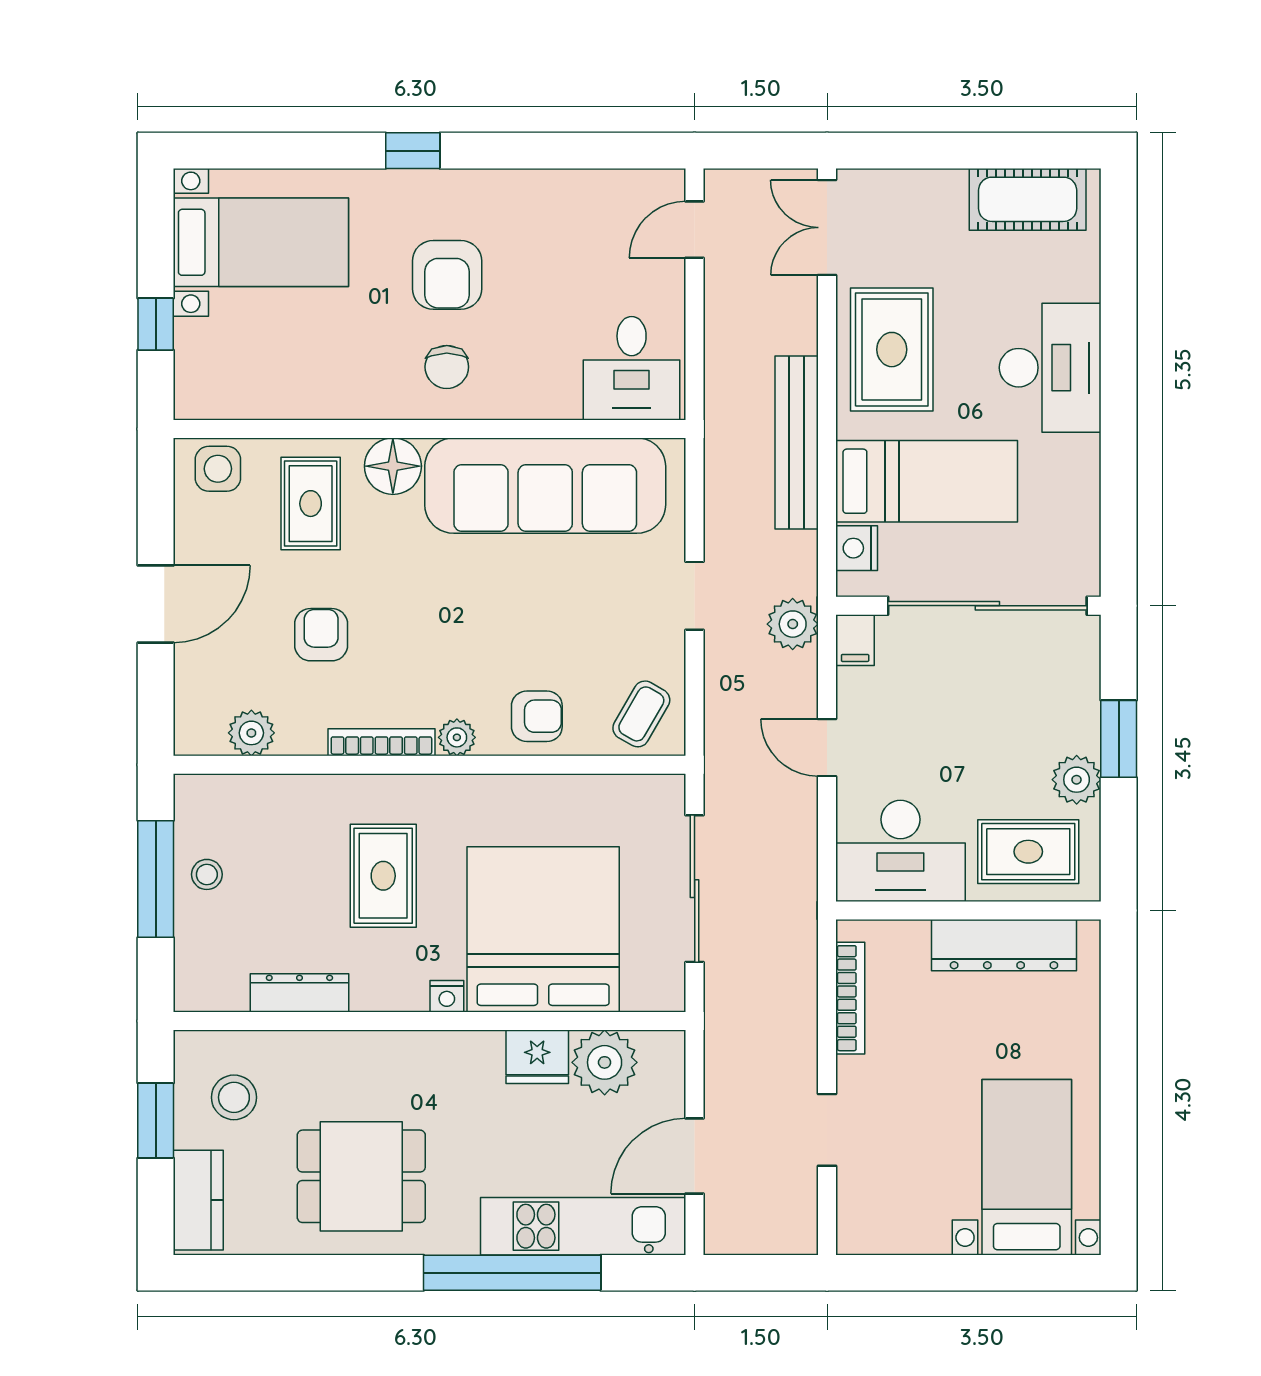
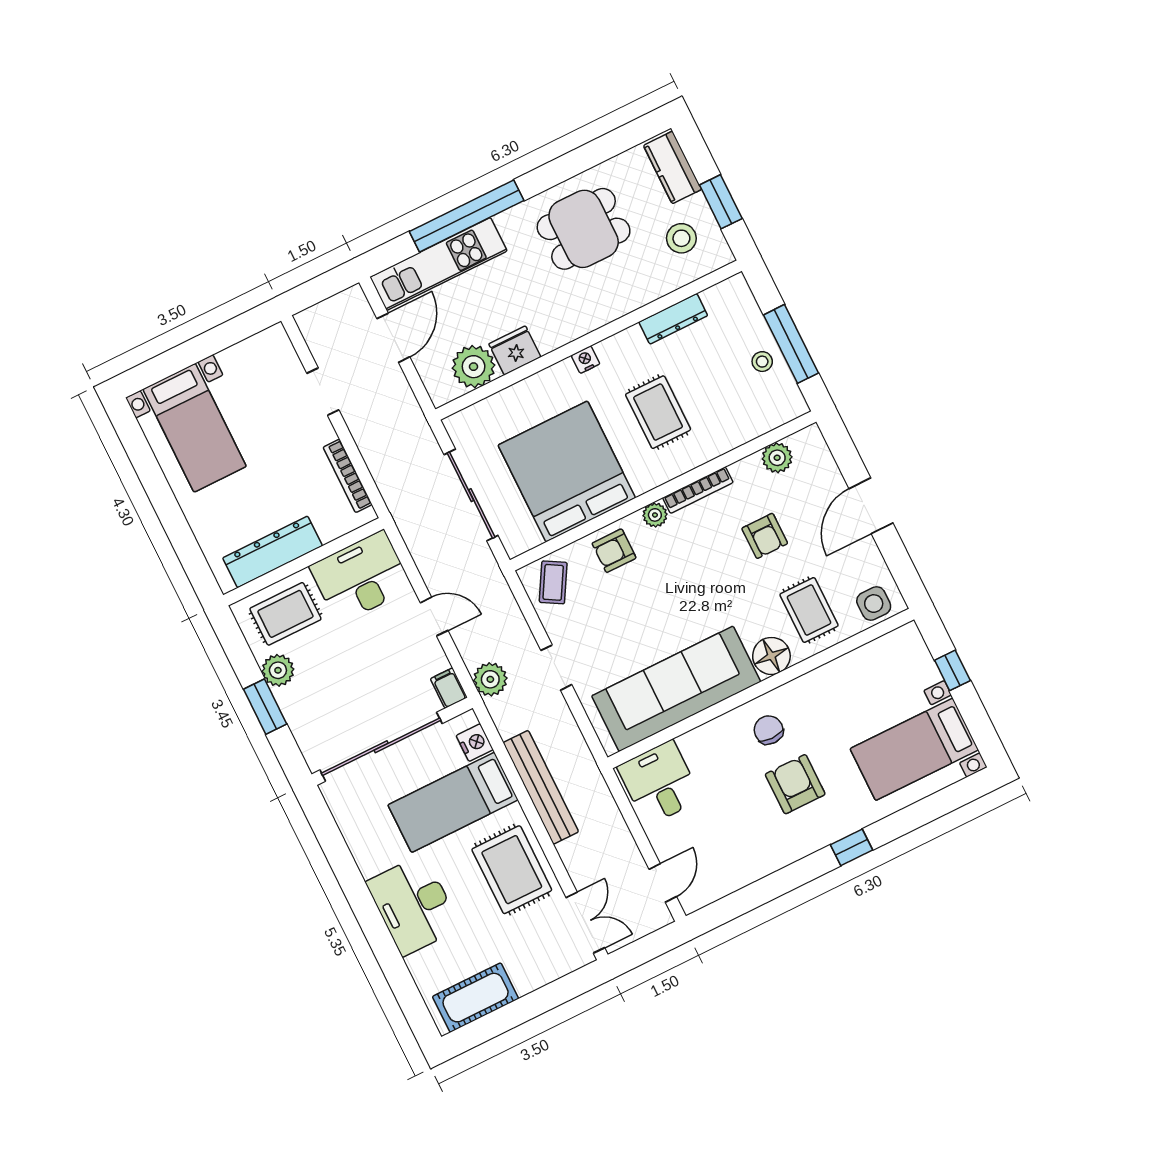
bed: (543, 929) -> (567, 471), moved, turned 180

